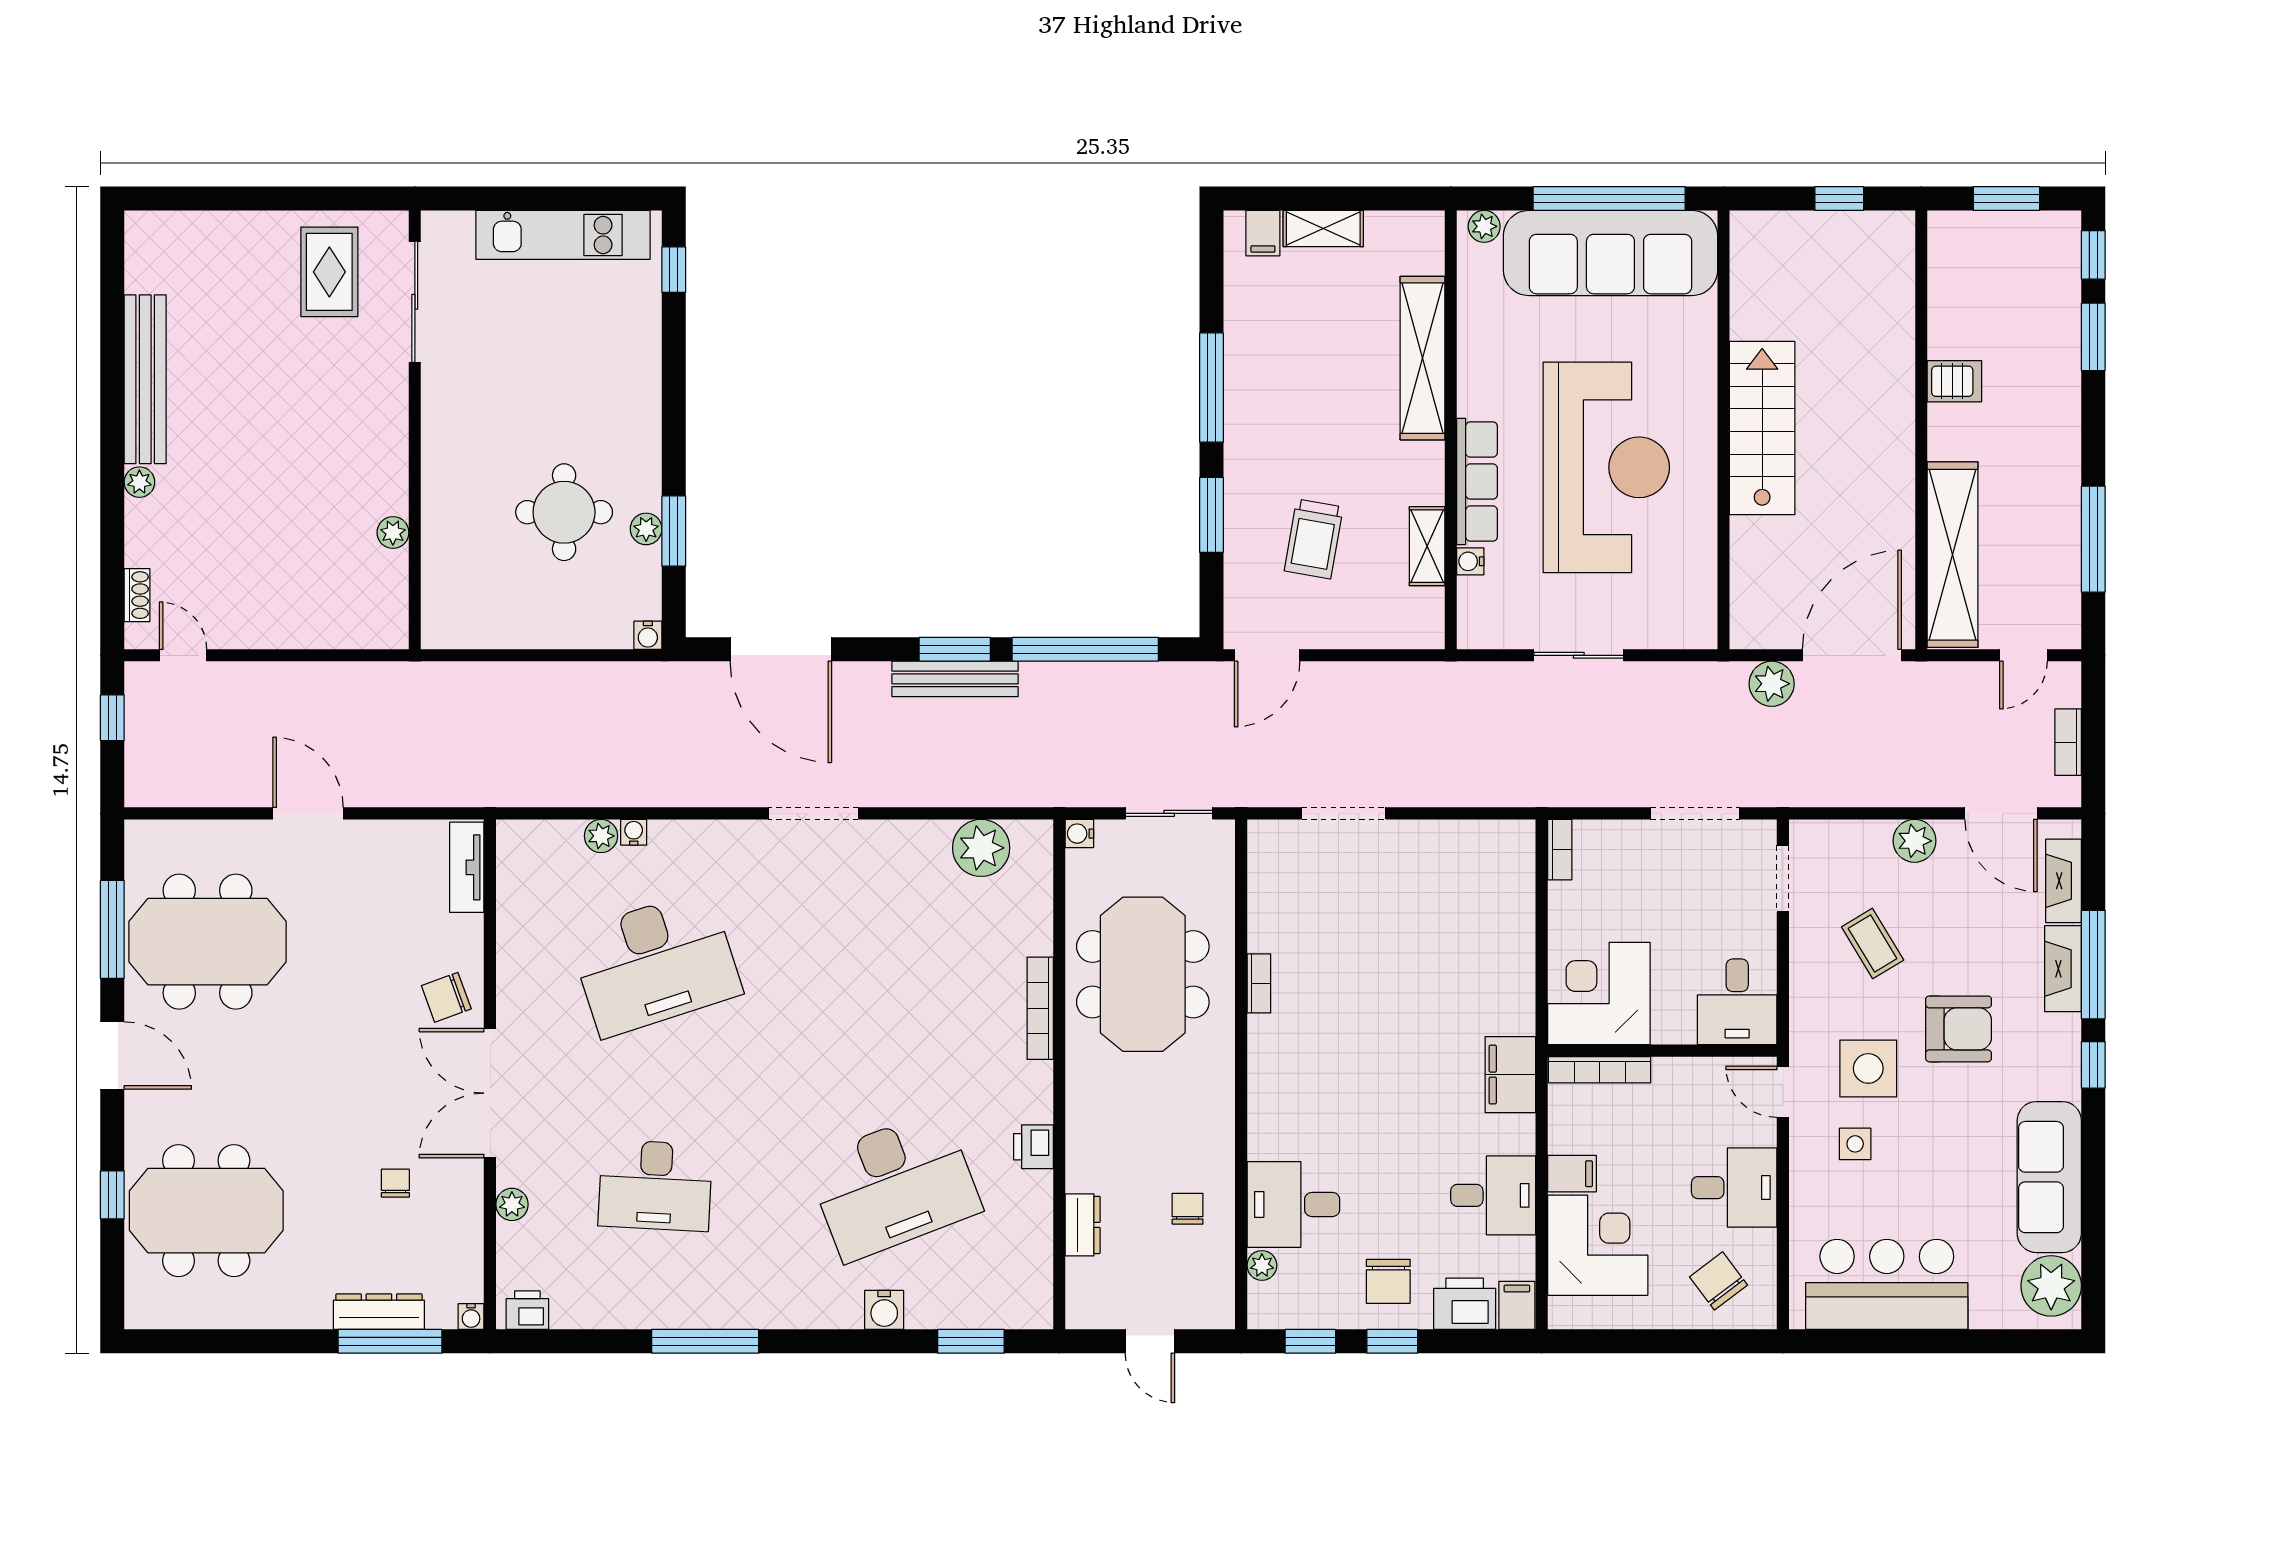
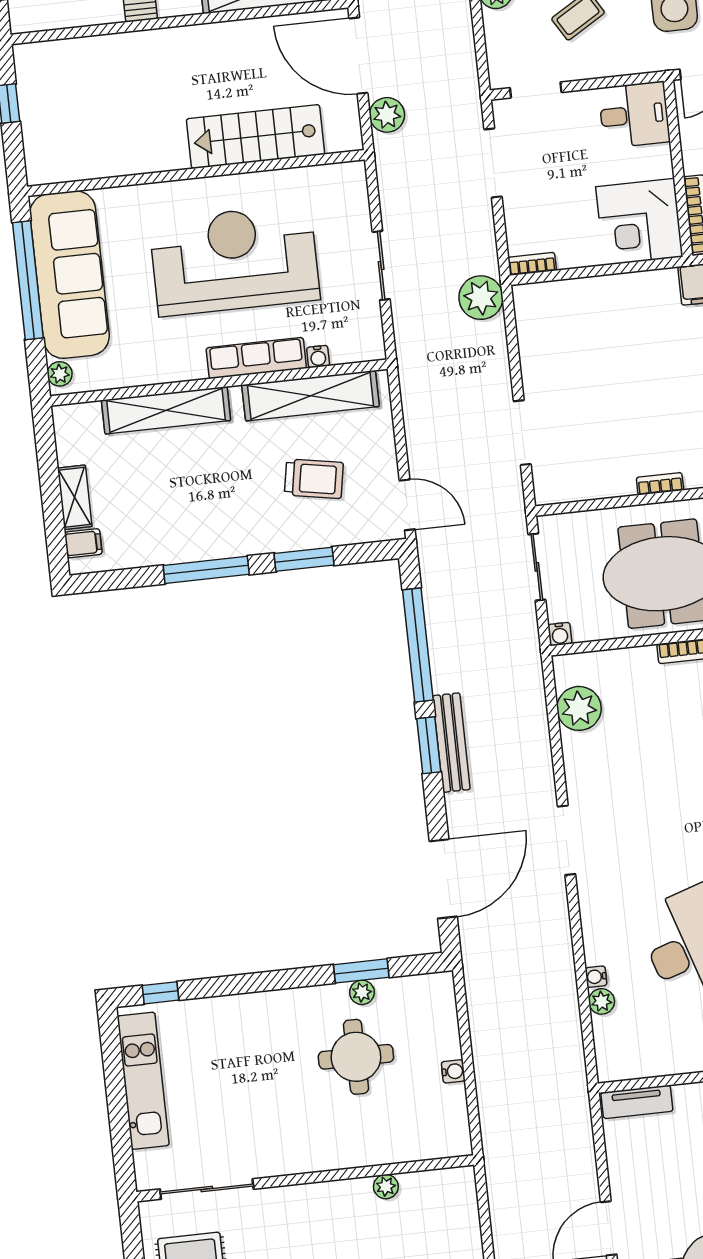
stairs: (1762, 428) -> (256, 137), moved
shelving: (1427, 546) -> (311, 396), width x2.20, depth x1.33
water cooler: (648, 635) -> (453, 1071), moved
plant: (1523, 779) -> (481, 298), added

